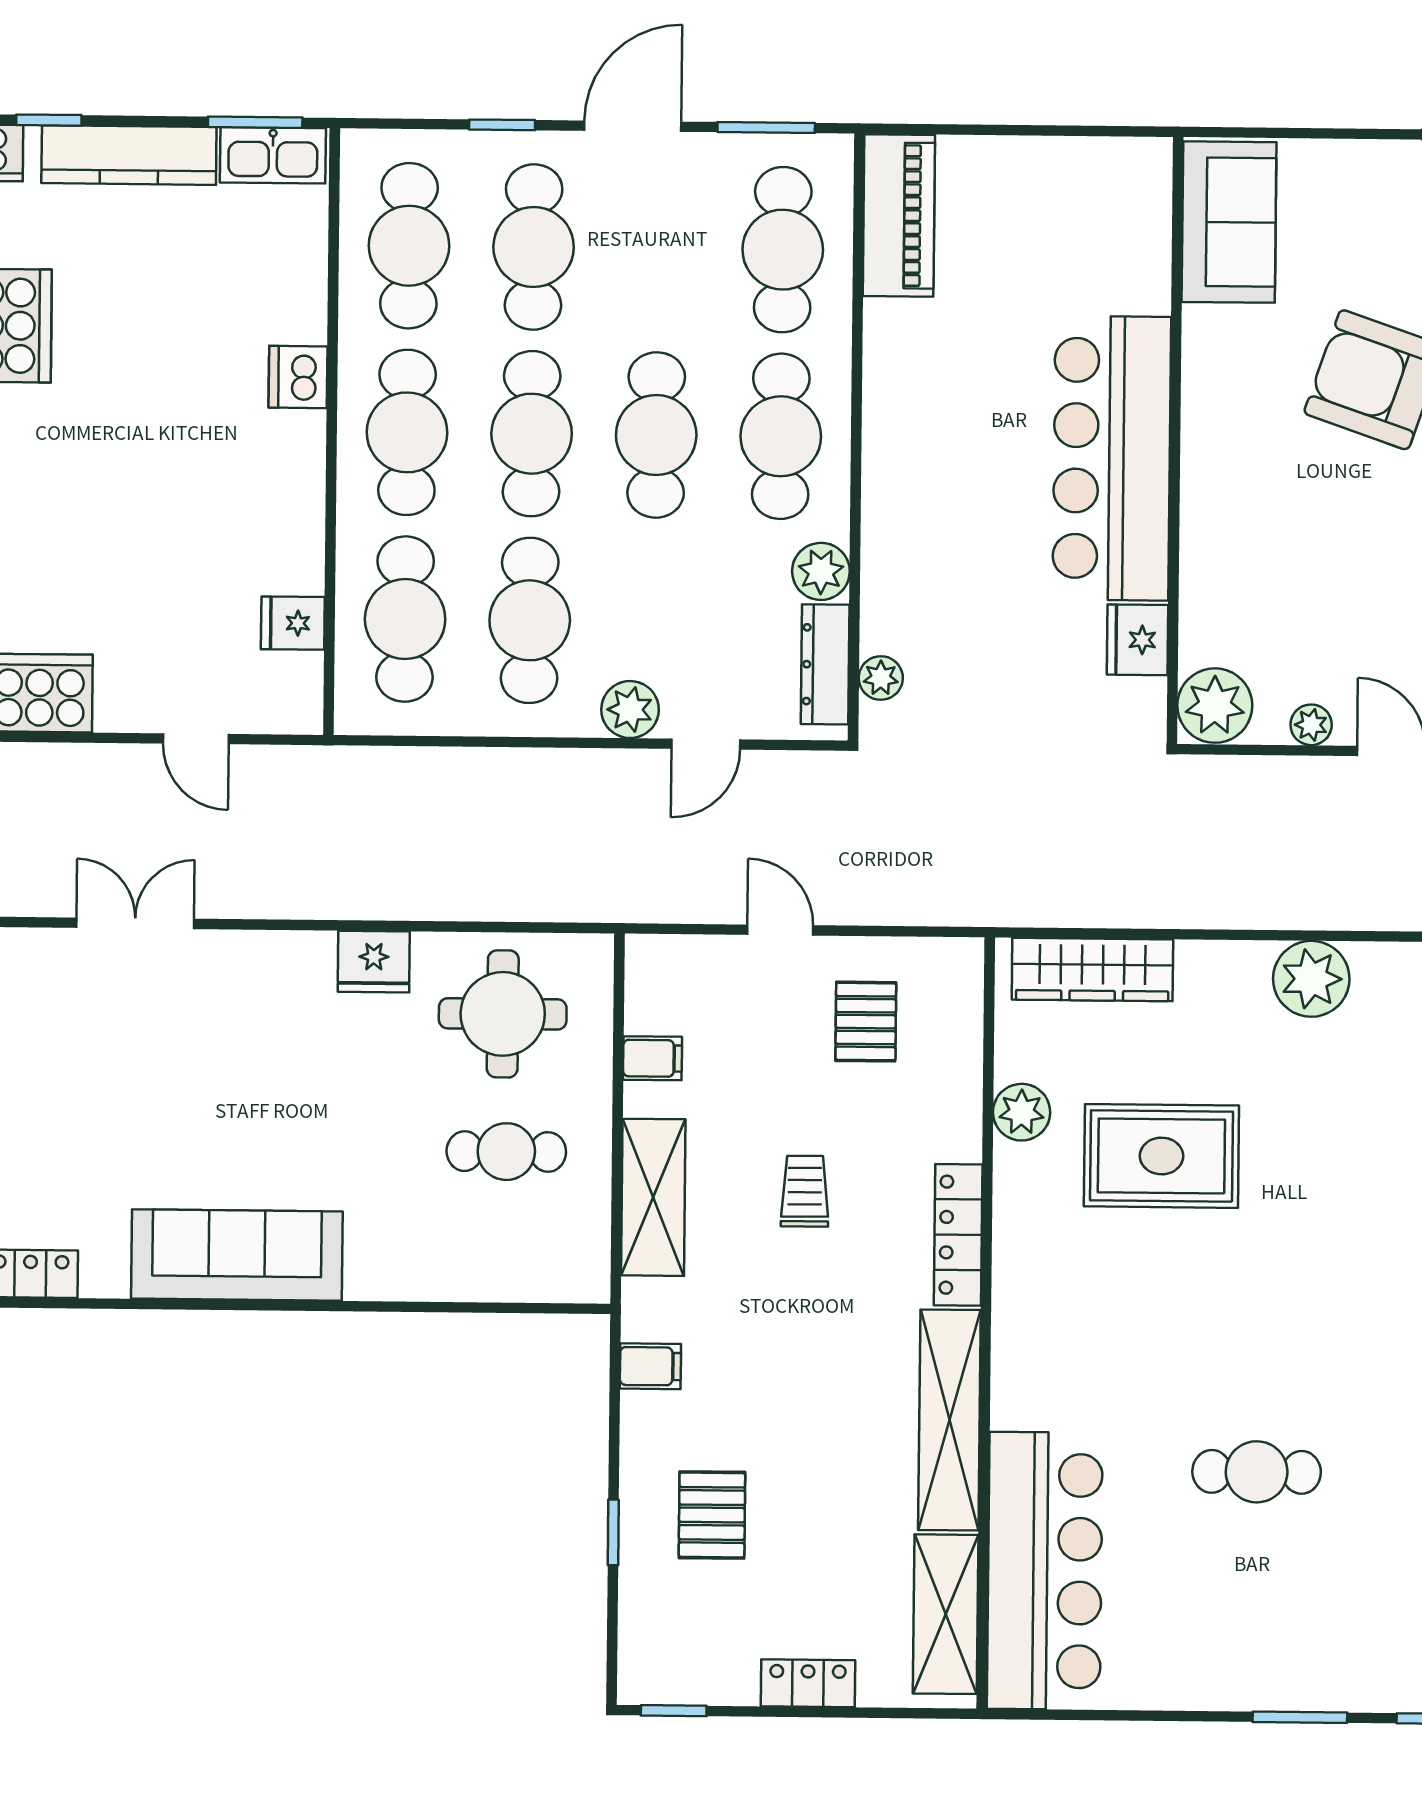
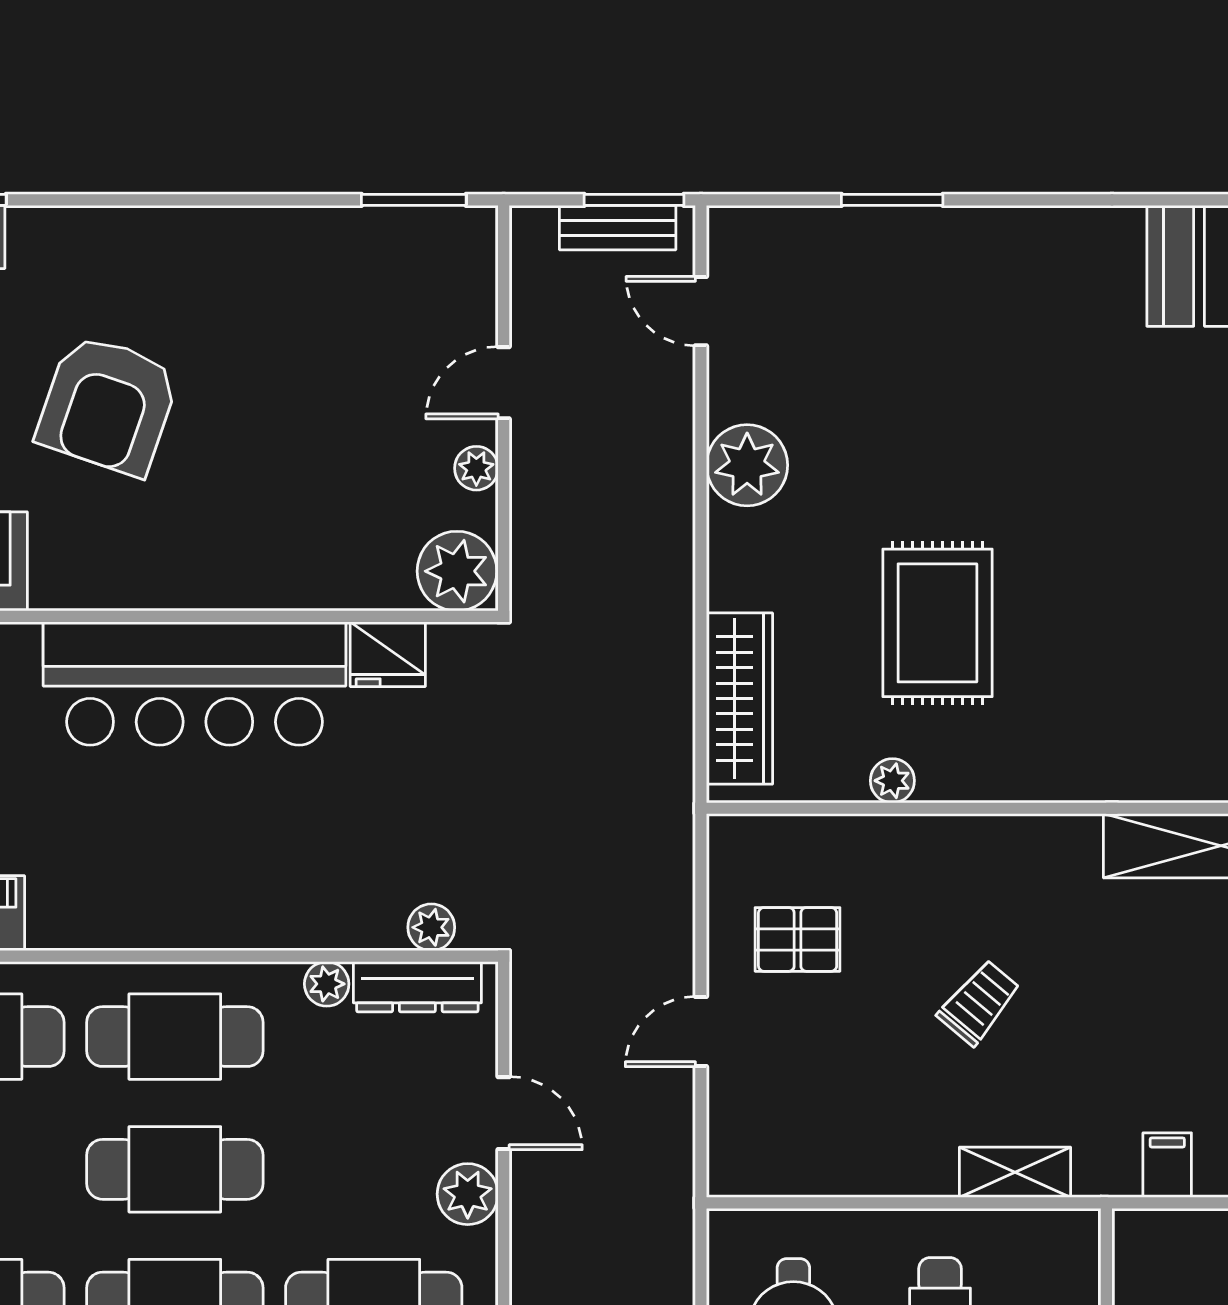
plant: (821, 571) -> (327, 984), width x0.73, depth x0.73
filing cabinet: (653, 1058) -> (839, 1166), removed
plant: (1022, 1112) -> (892, 781), width x0.73, depth x0.73
trolley: (805, 1191) -> (979, 1003), turned 130
shelving: (653, 1197) -> (1015, 1172), width x0.67, depth x0.75
locker: (958, 1235) -> (1024, 839), removed

